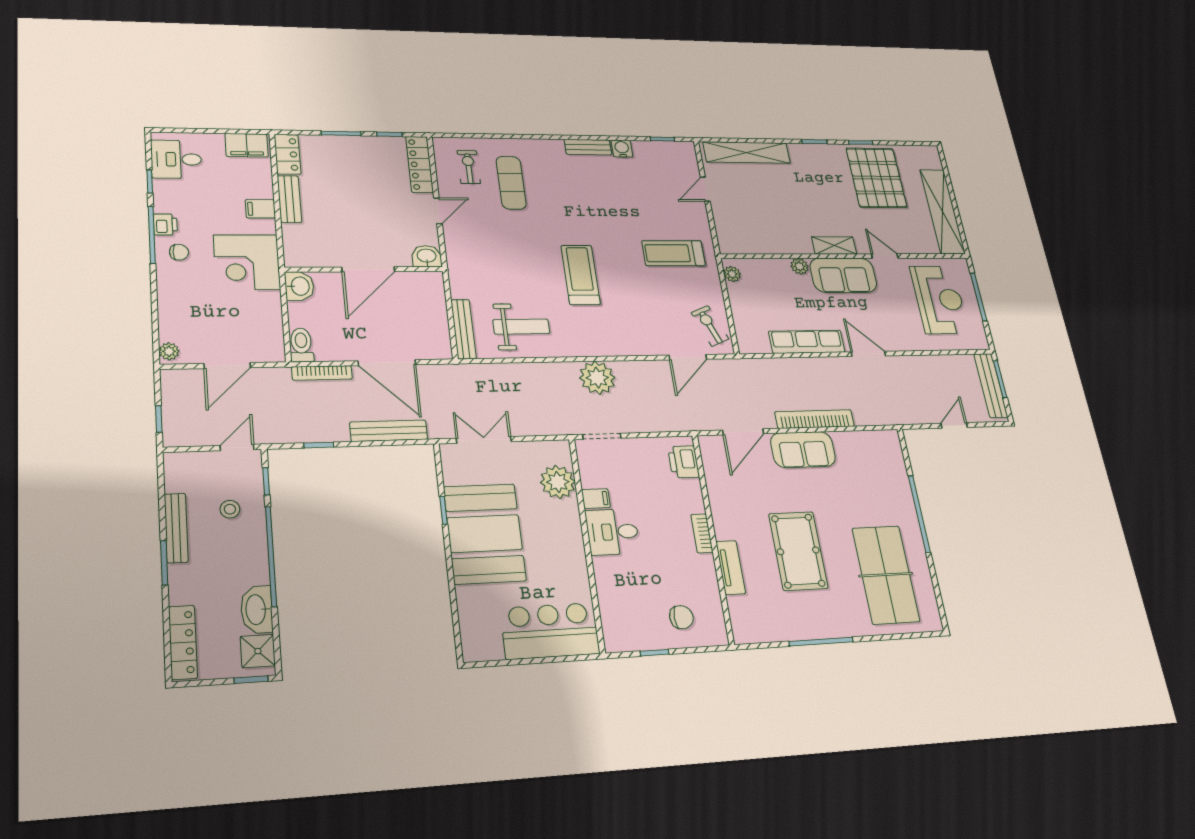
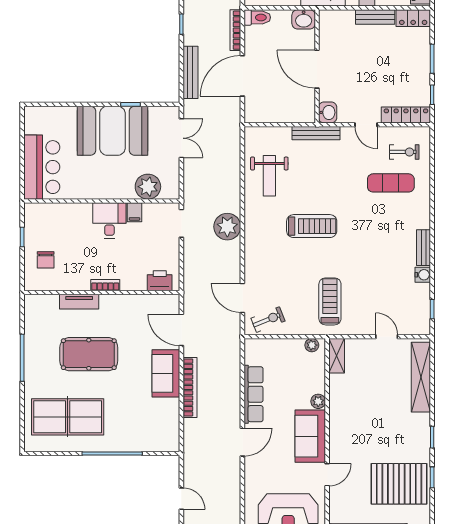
shelving: (834, 245) -> (337, 356), moved
bench: (463, 329) -> (316, 133), moved

